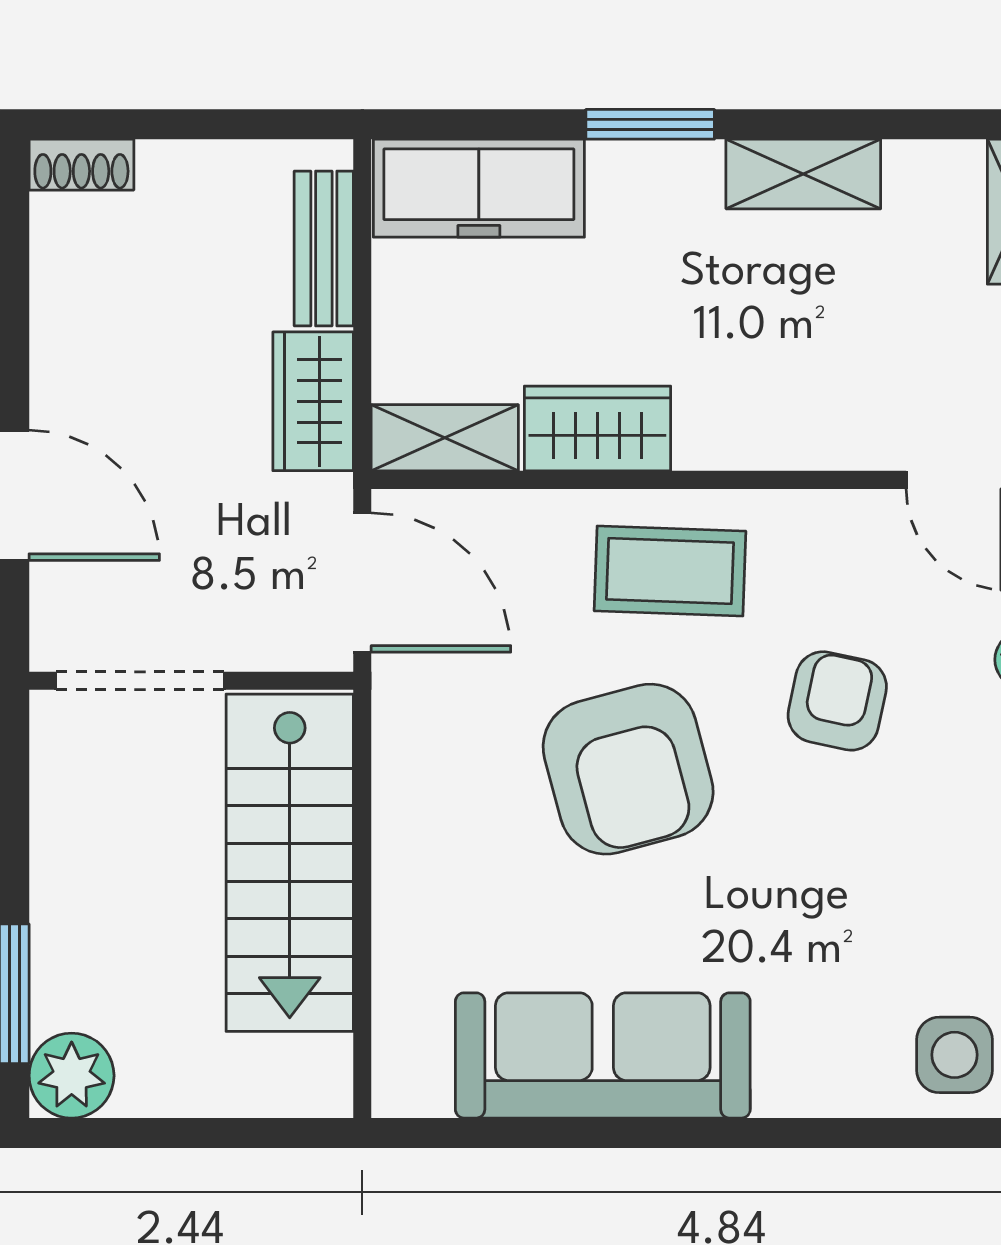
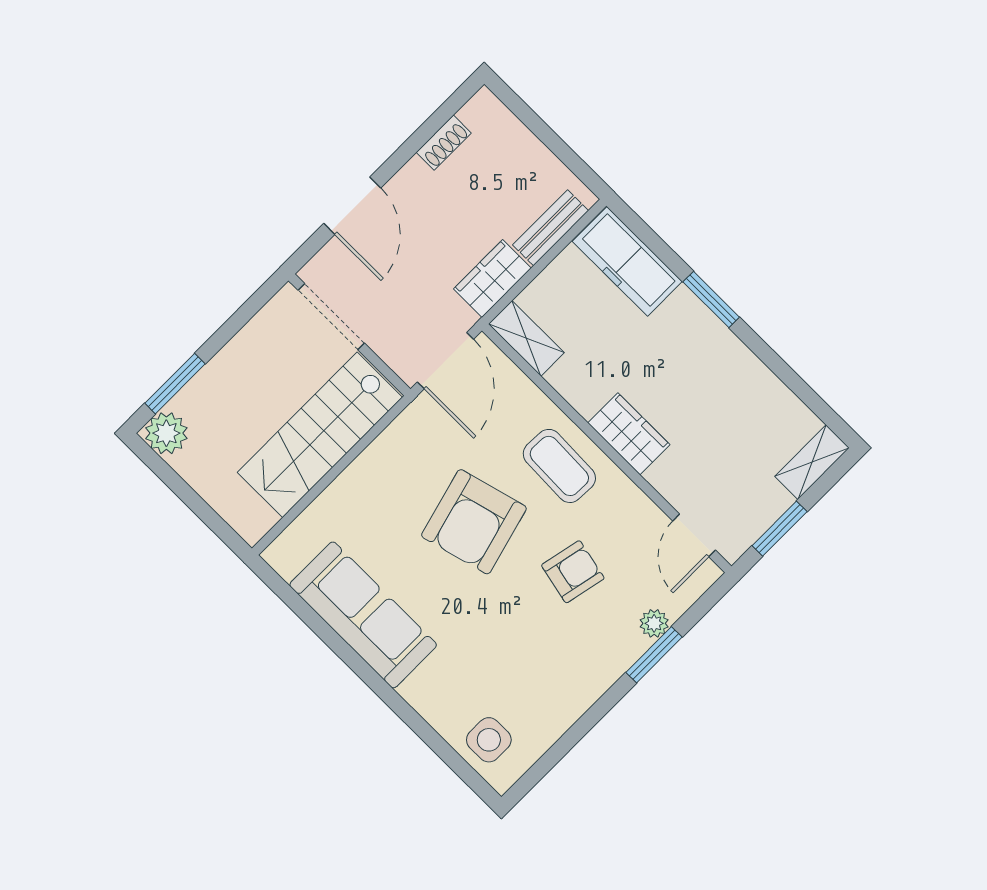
shoe rack: (81, 165) -> (444, 143), moved, turned -90
shelving: (803, 174) -> (748, 372), removed
wardrobe: (597, 429) -> (629, 434), moved

